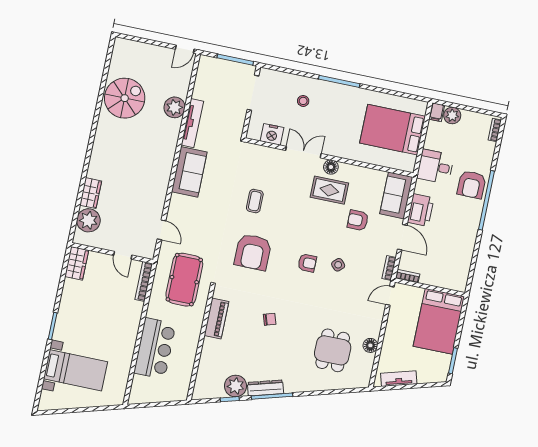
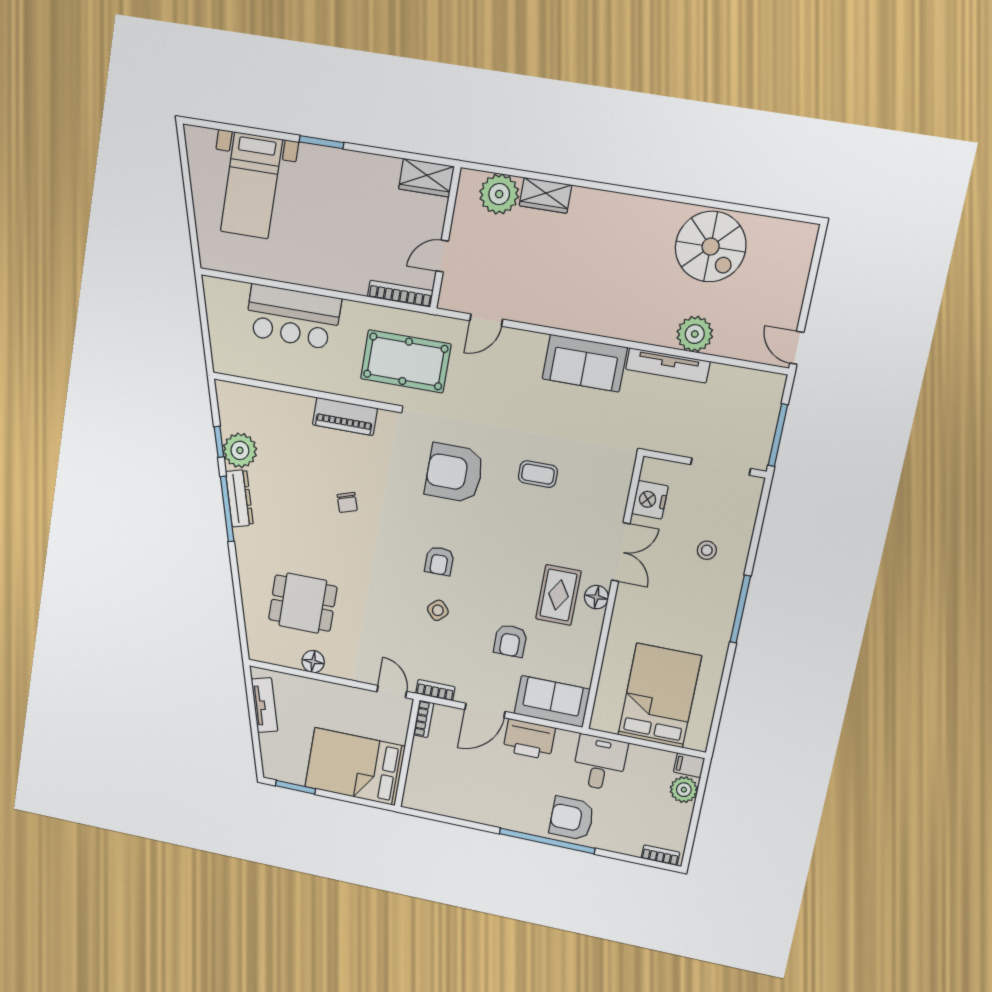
armchair: (358, 220) -> (510, 641), turned 180

